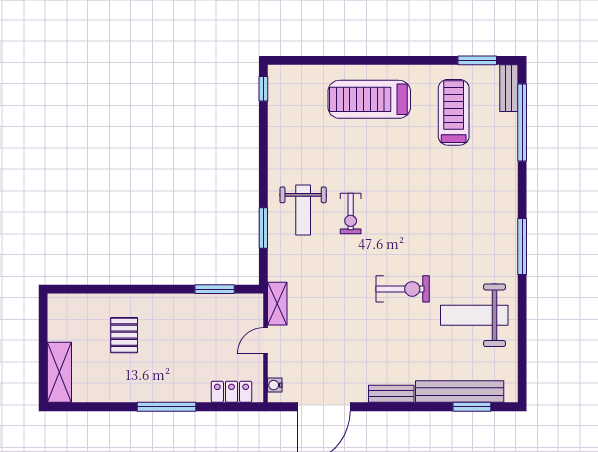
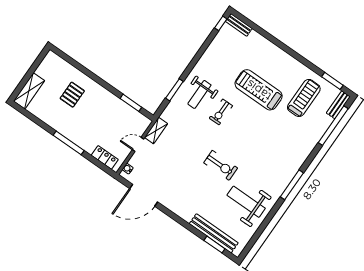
treadmill: (369, 99) -> (259, 90), moved
bench: (391, 394) -> (239, 25), moved

